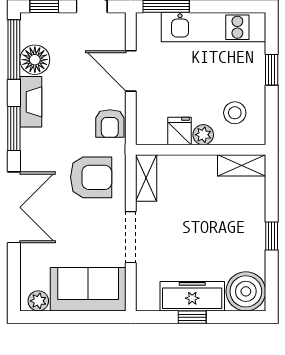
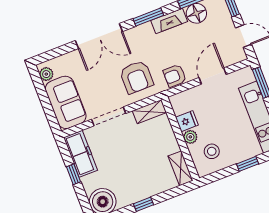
freezer: (192, 296) -> (81, 154), moved

